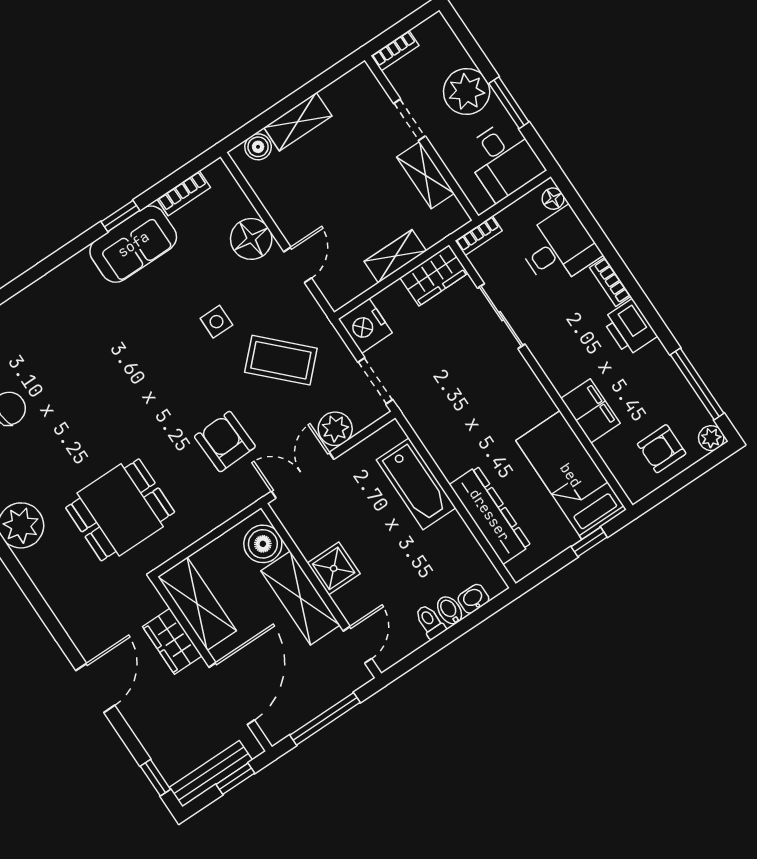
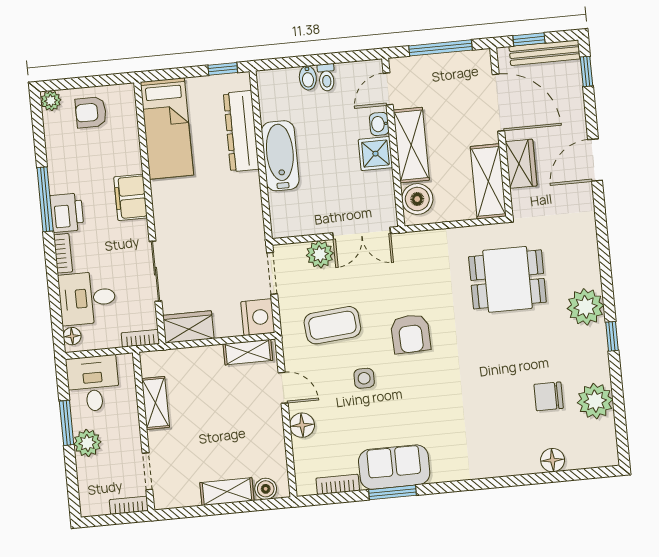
plant: (467, 92) -> (87, 443), width x0.73, depth x0.73
doorway: (409, 120) -> (147, 471), moved
window: (120, 216) -> (392, 492), width x1.50
floor lamp: (251, 239) -> (302, 425), width x0.73, depth x0.73
shelving: (395, 256) -> (248, 352), moved
door: (298, 265) -> (283, 388), swing flipped
coffee table: (281, 360) -> (332, 325), turned -50
window: (697, 384) -> (45, 199), moved
filing cabinet: (590, 411) -> (131, 197), moved
armchair: (225, 442) -> (411, 334), moved
armchair: (662, 449) -> (91, 112), turned 180
bathtub: (416, 484) -> (280, 156), moved
window: (589, 542) -> (223, 69), moved
washbasin: (473, 599) -> (379, 124), moved, turned 90
door: (232, 694) -> (498, 103), swing flipped

